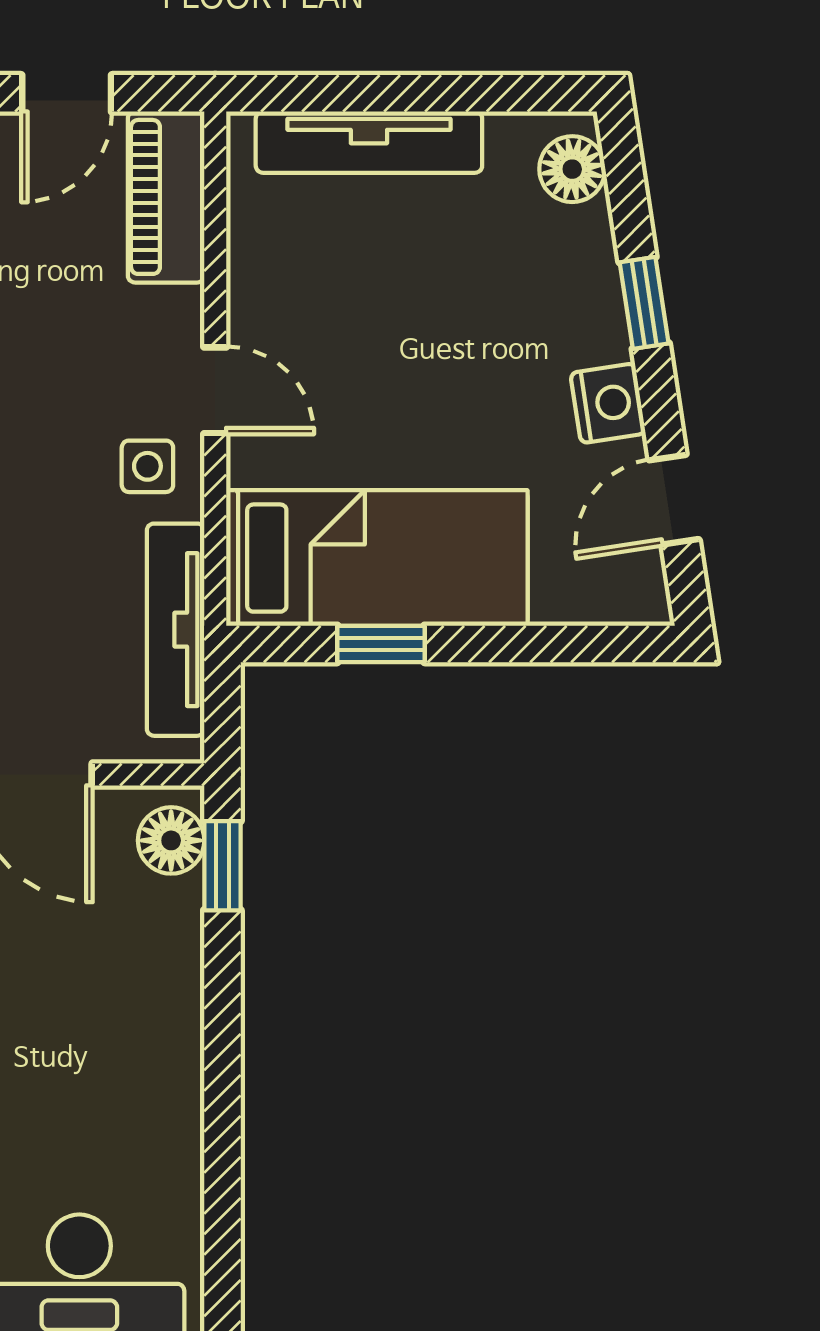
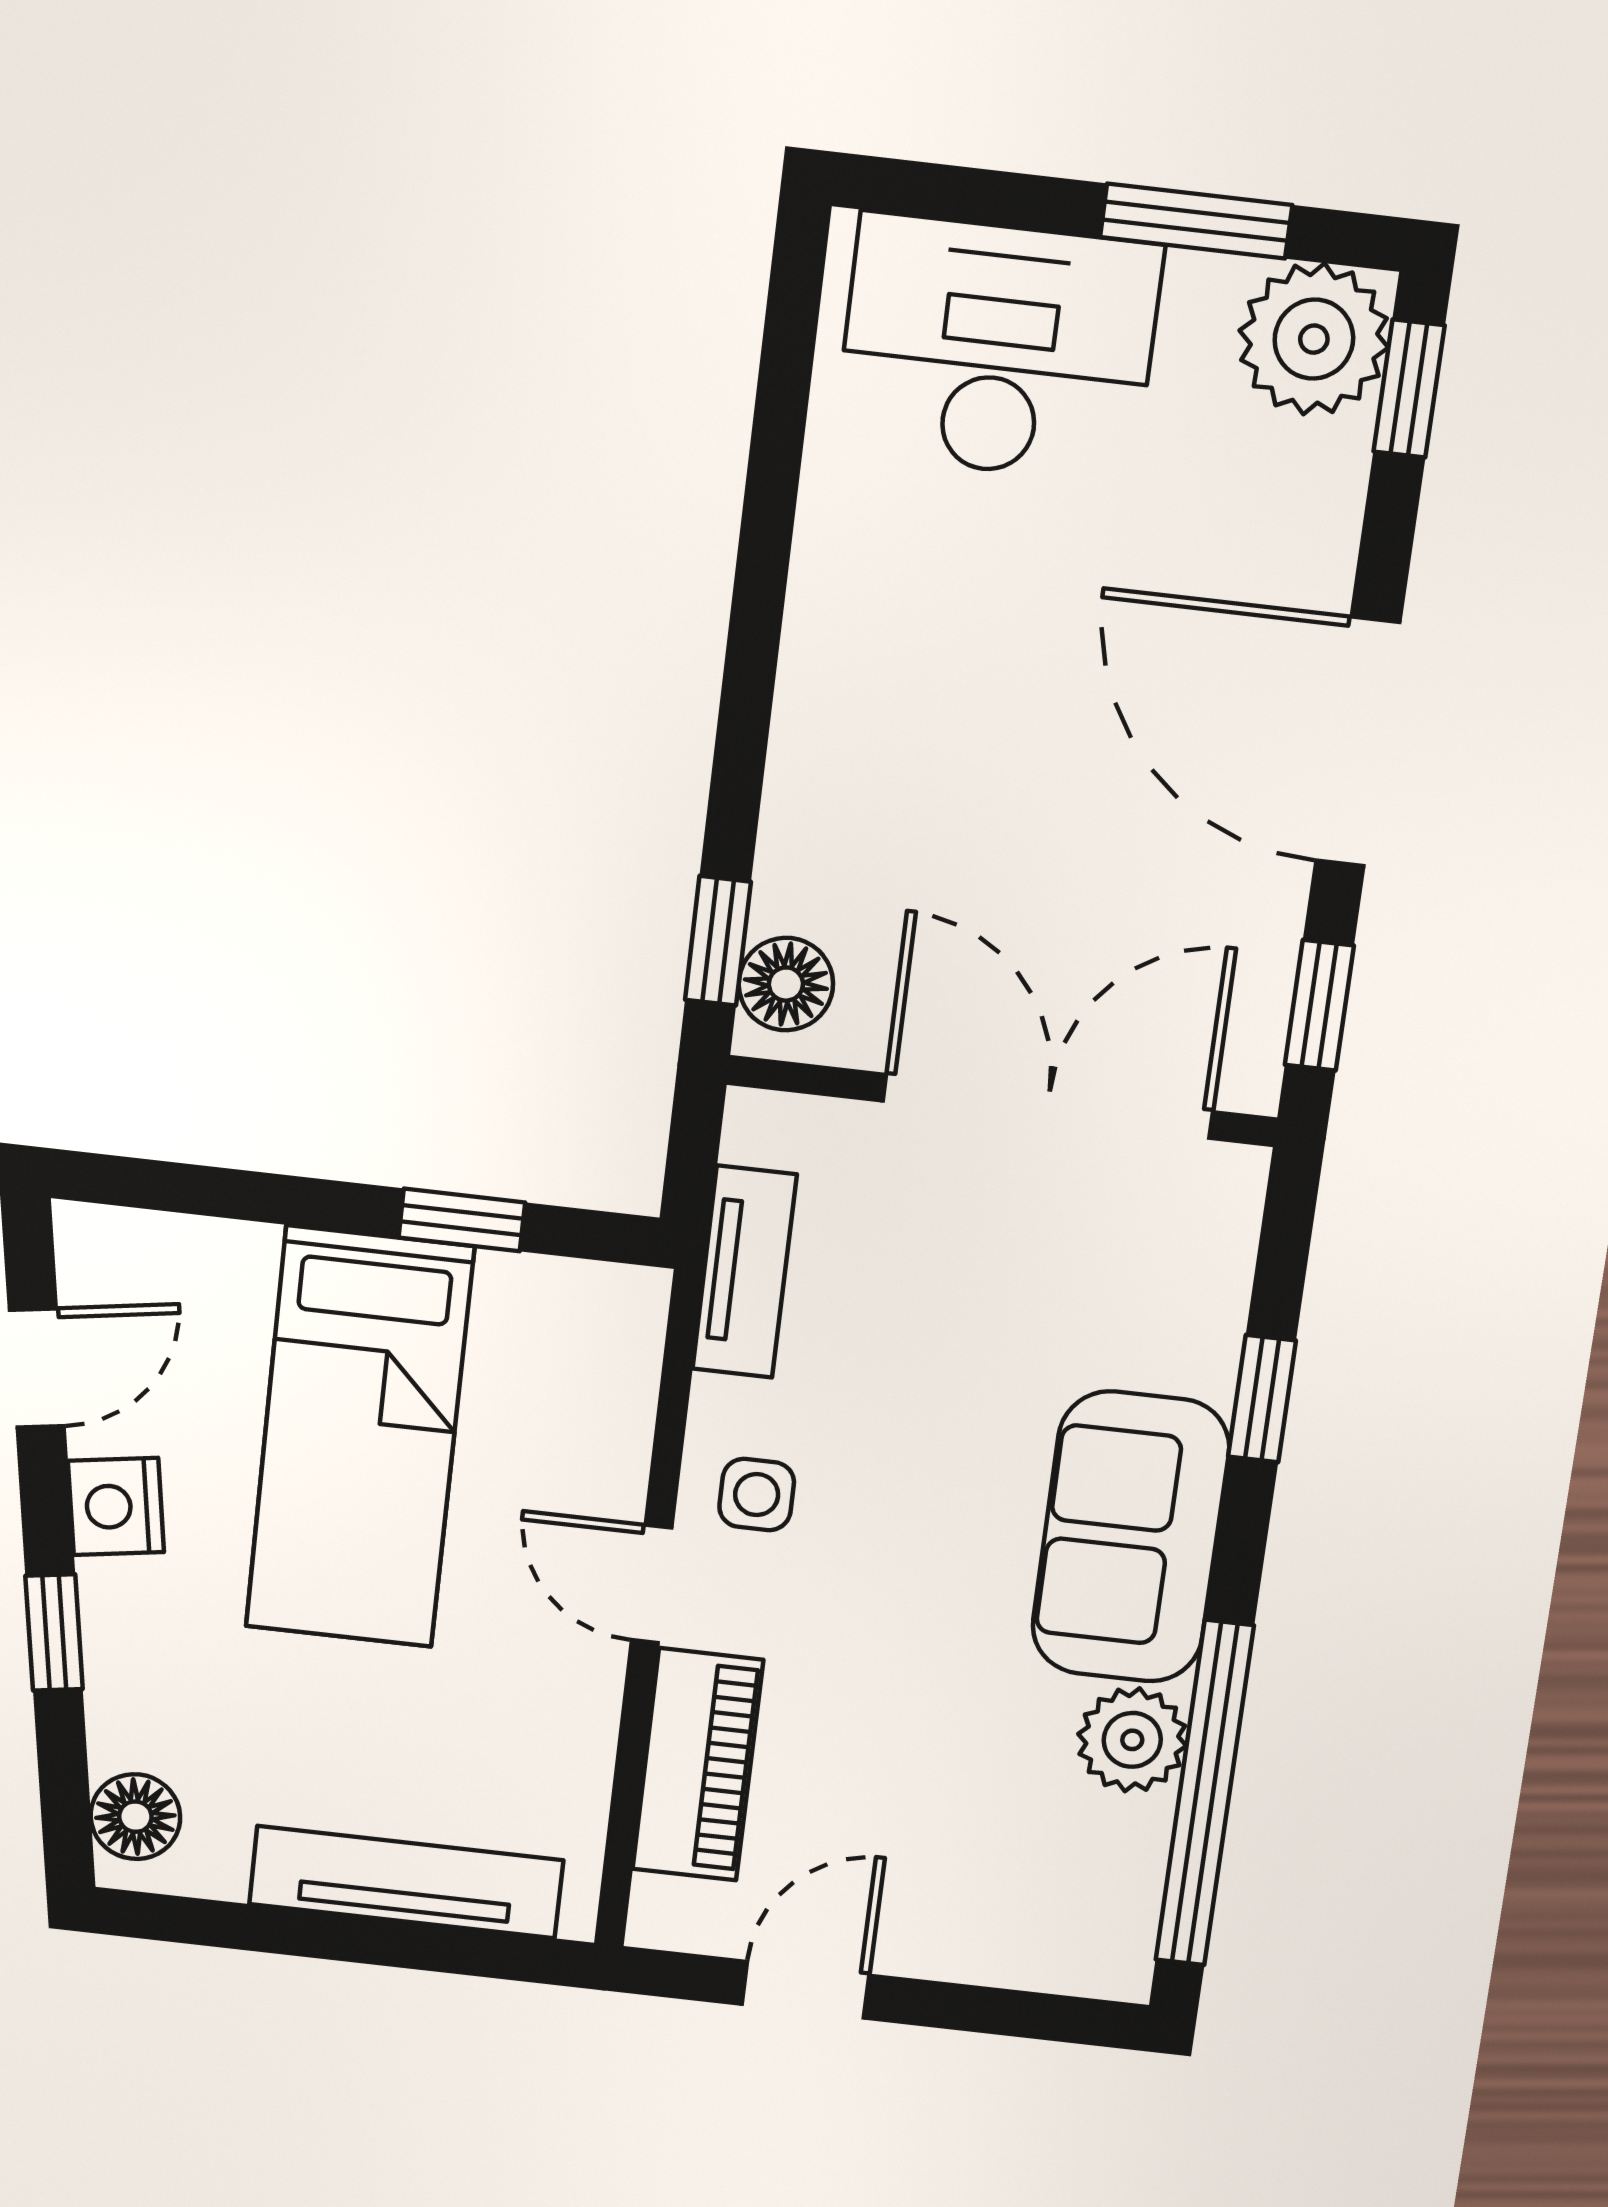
piano: (166, 197) -> (698, 1765), moved
bed: (377, 558) -> (359, 1438), moved, turned -90
tv unit: (176, 630) -> (745, 1272), width x0.71

